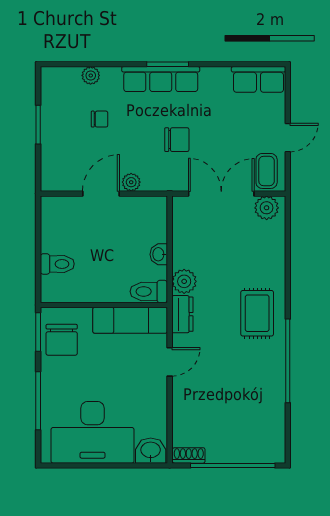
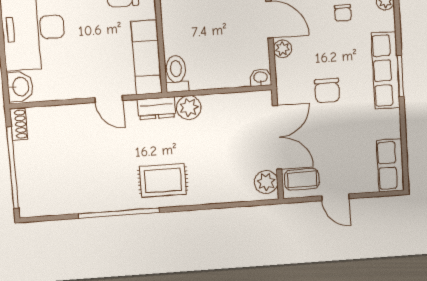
washbasin: (159, 254) -> (261, 77), moved

